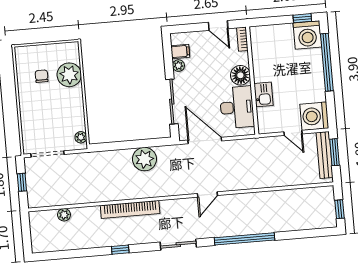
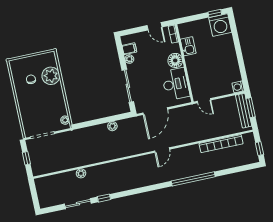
window: (327, 62) -> (237, 43), removed
kitchen sink: (264, 94) -> (188, 46), moved
washing machine: (314, 116) -> (238, 87), width x0.53, depth x0.53
door: (293, 133) -> (204, 101), moved
door: (205, 140) -> (155, 111), swing flipped
plant: (144, 159) -> (112, 126), width x0.53, depth x0.53
bookcase: (130, 209) -> (221, 144), moved
plant: (64, 215) -> (81, 173), moved
sliding door: (178, 245) -> (78, 204), moved

